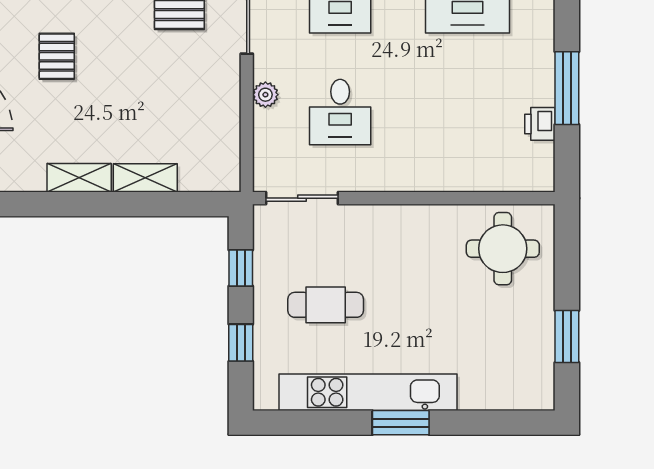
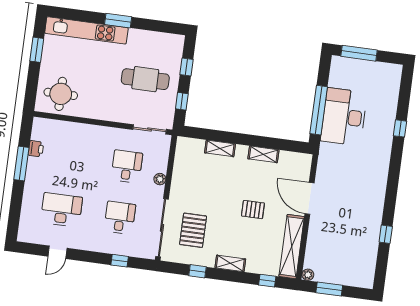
pallet: (57, 56) -> (253, 210), turned 90
shelving: (79, 178) -> (263, 154), moved
cafe table: (326, 305) -> (145, 79), width x1.37, depth x1.35
kitchen unit: (368, 392) -> (86, 30), moved

